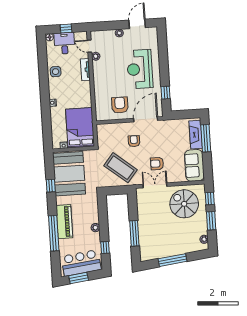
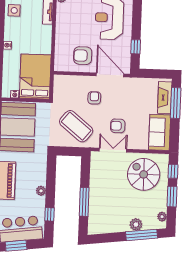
armchair: (120, 105) -> (83, 56), turned -90
door: (146, 119) -> (110, 75), hinge flipped
plant: (182, 249) -> (136, 225), added
window: (173, 260) -> (142, 235), moved

